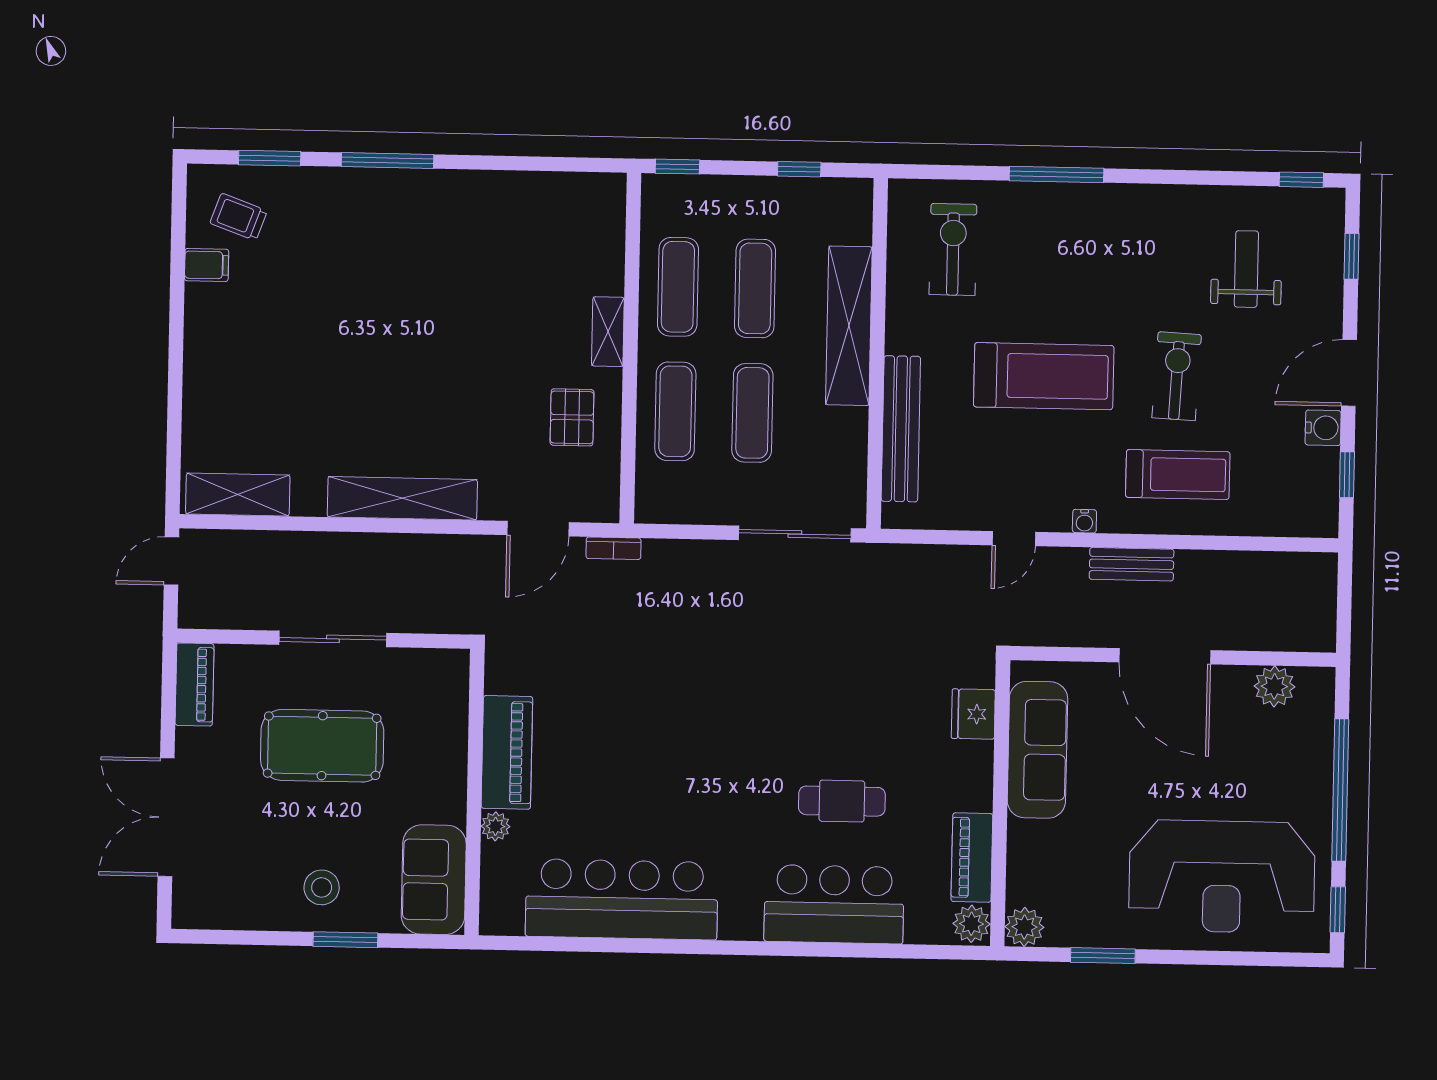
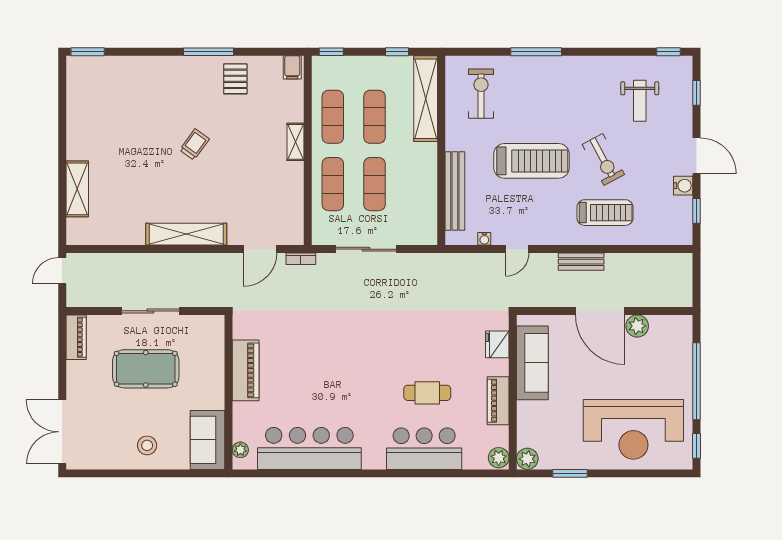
window: (270, 158) -> (88, 52), moved
window: (387, 161) -> (209, 52), moved
trolley: (239, 217) -> (194, 144), moved, turned 106
filing cabinet: (207, 265) -> (292, 67), moved, turned 90
weight bench: (1246, 269) -> (640, 101), turned 180
shelving: (849, 326) -> (426, 99), moved
door: (1349, 373) -> (696, 156), swing flipped
exercise bike: (1177, 376) -> (603, 159), turned 149
pallet: (572, 417) -> (235, 79), moved
shelving: (238, 495) -> (77, 189), moved, turned 90
water cooler: (1084, 521) -> (484, 239), moved
sliding door: (795, 534) -> (366, 249), moved
plant: (1274, 686) -> (637, 326), moved
double door: (166, 817) -> (62, 432), moved
plant: (496, 826) -> (240, 450), moved
piano: (972, 858) -> (498, 401), moved
window: (345, 940) -> (161, 473), removed

